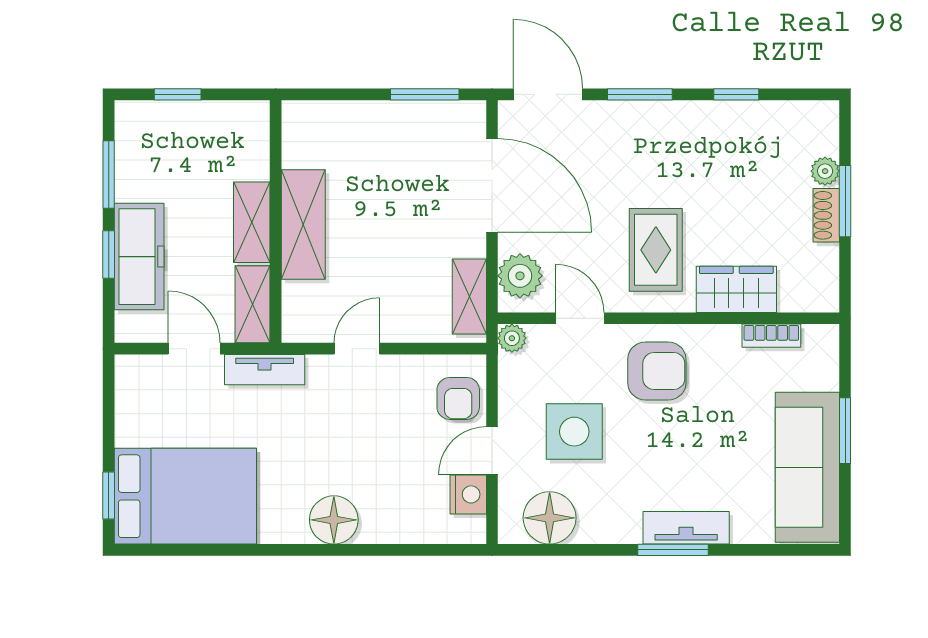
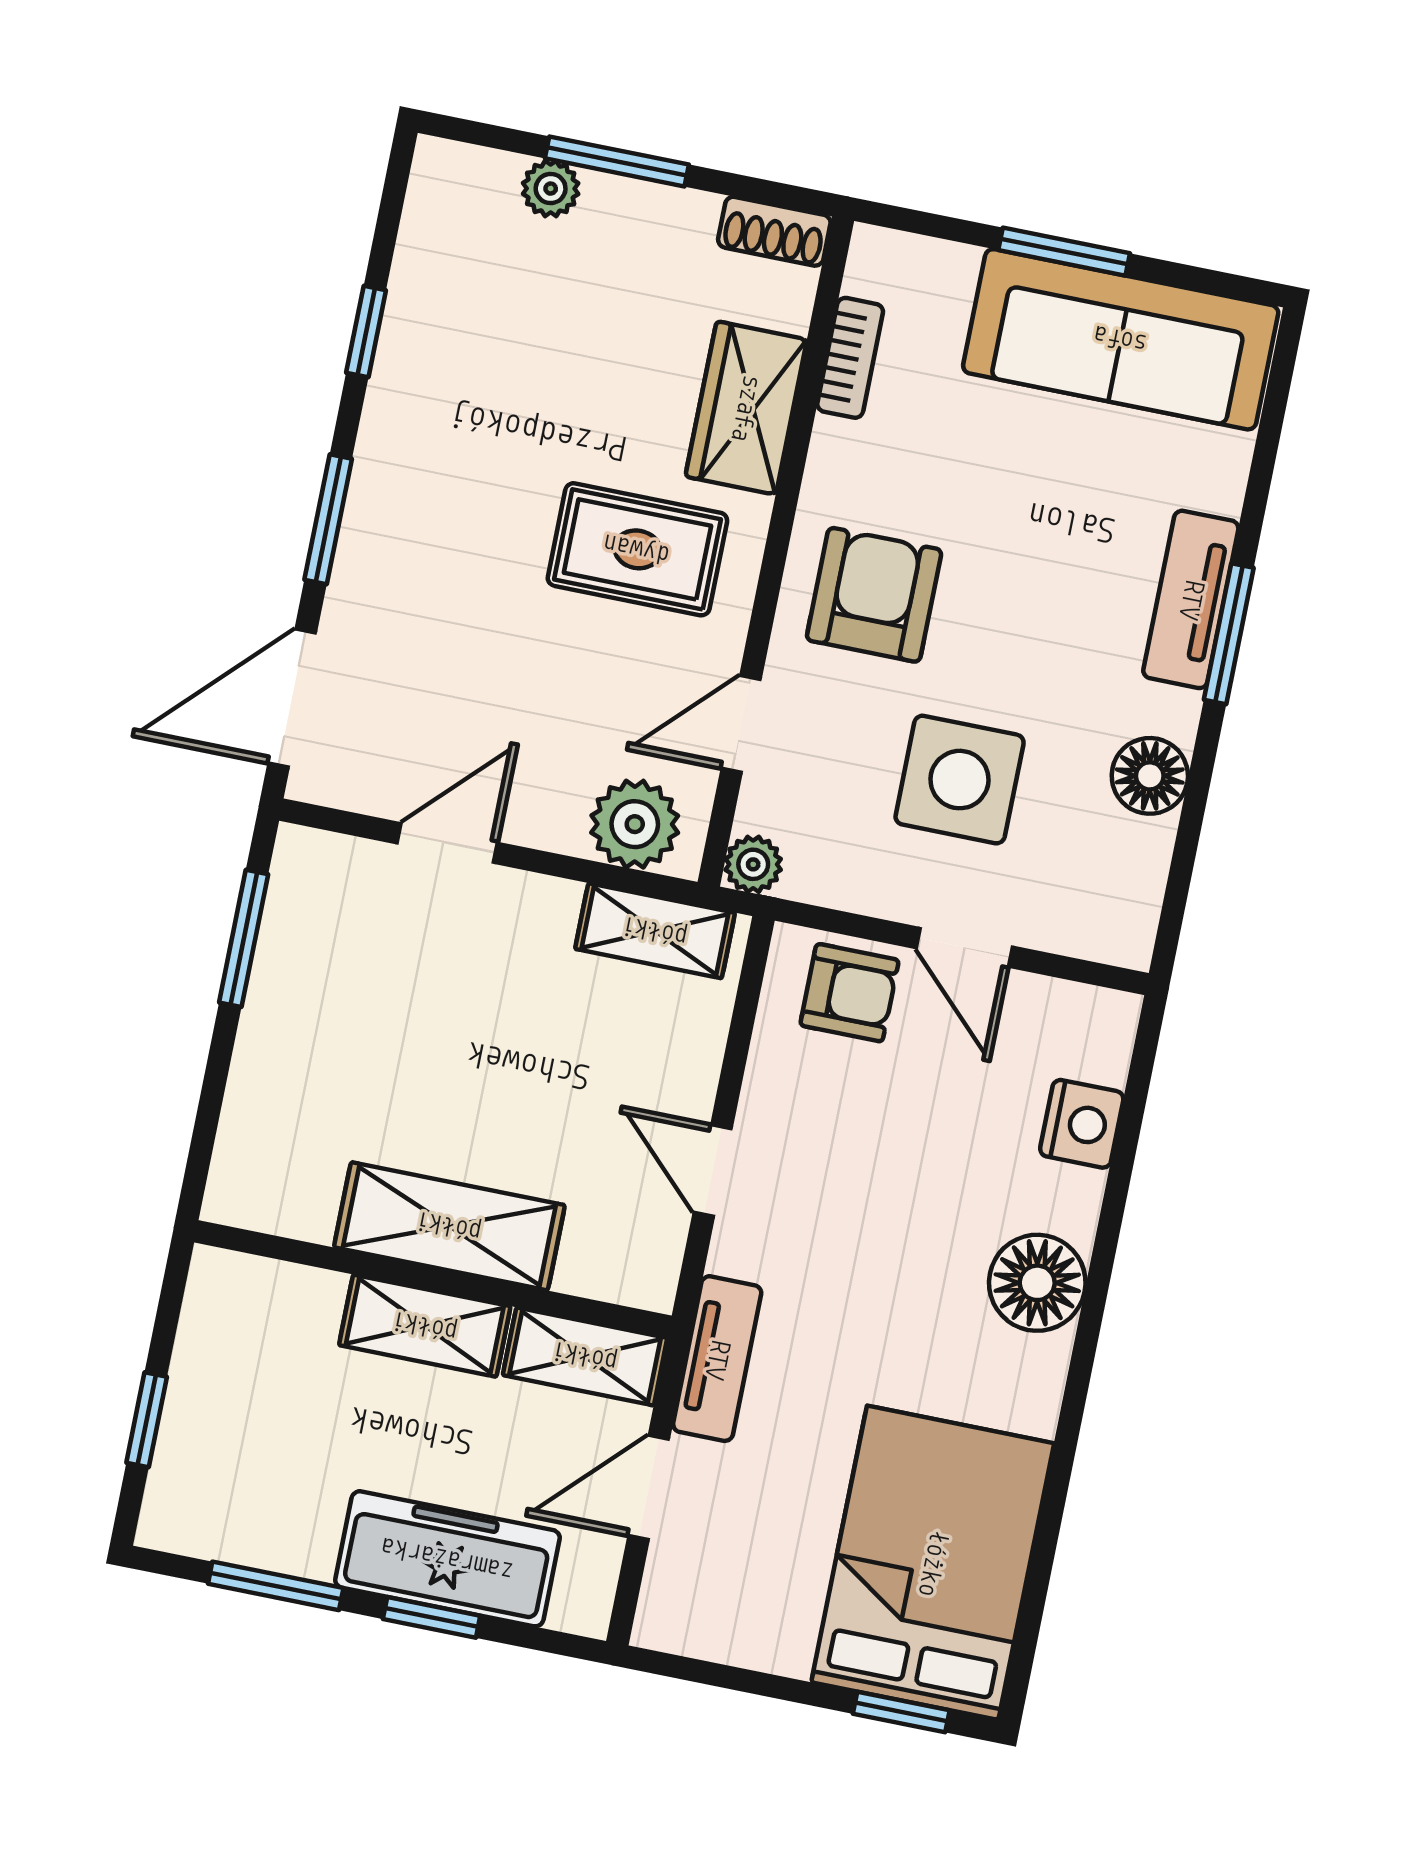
door: (492, 185) -> (447, 843), width x0.53
shoe rack: (826, 215) -> (774, 231), moved
nightstand: (468, 494) -> (1082, 1124), moved, turned 90
floor lamp: (550, 518) -> (1150, 776), moved, width x0.73, depth x0.73

